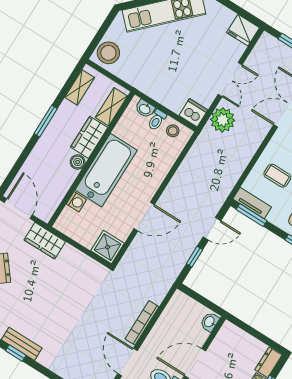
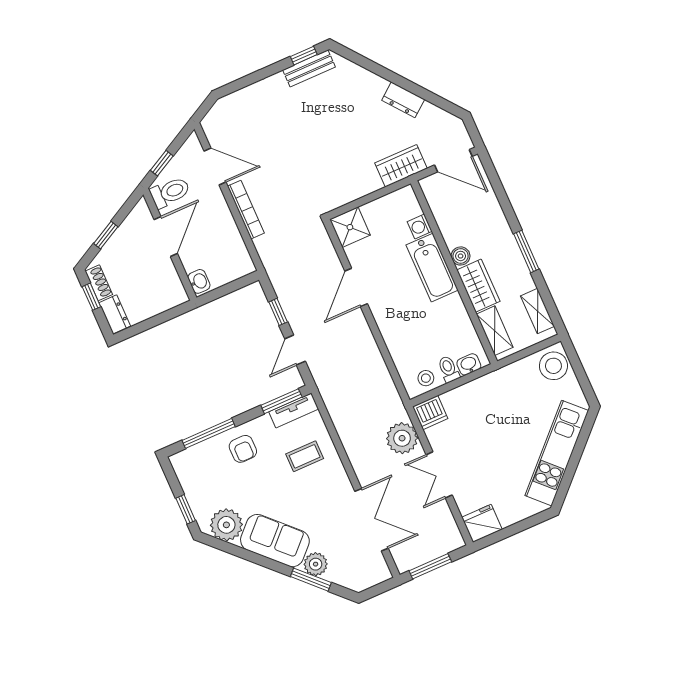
bathtub: (106, 170) -> (432, 268), width x0.73, depth x0.73

